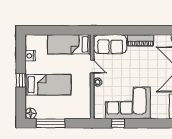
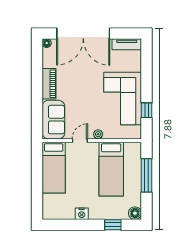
nightstand: (30, 56) -> (82, 214), moved
window: (21, 80) -> (113, 225), moved
bed: (48, 85) -> (111, 169), moved, turned 180
window: (51, 123) -> (147, 175), moved

